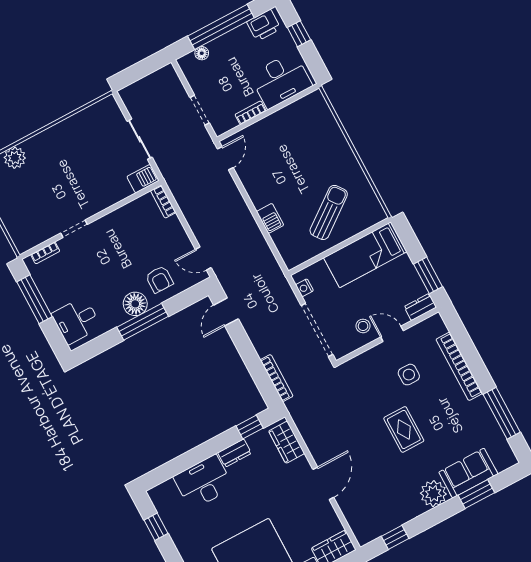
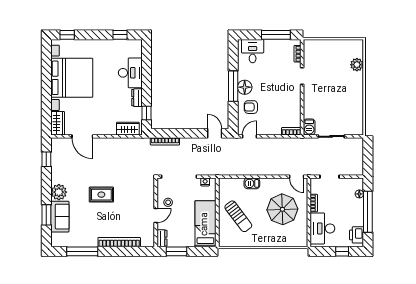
parasol: (284, 154) -> (282, 209), added
side table: (409, 375) -> (129, 213), removed
door: (323, 483) -> (82, 136), moved

